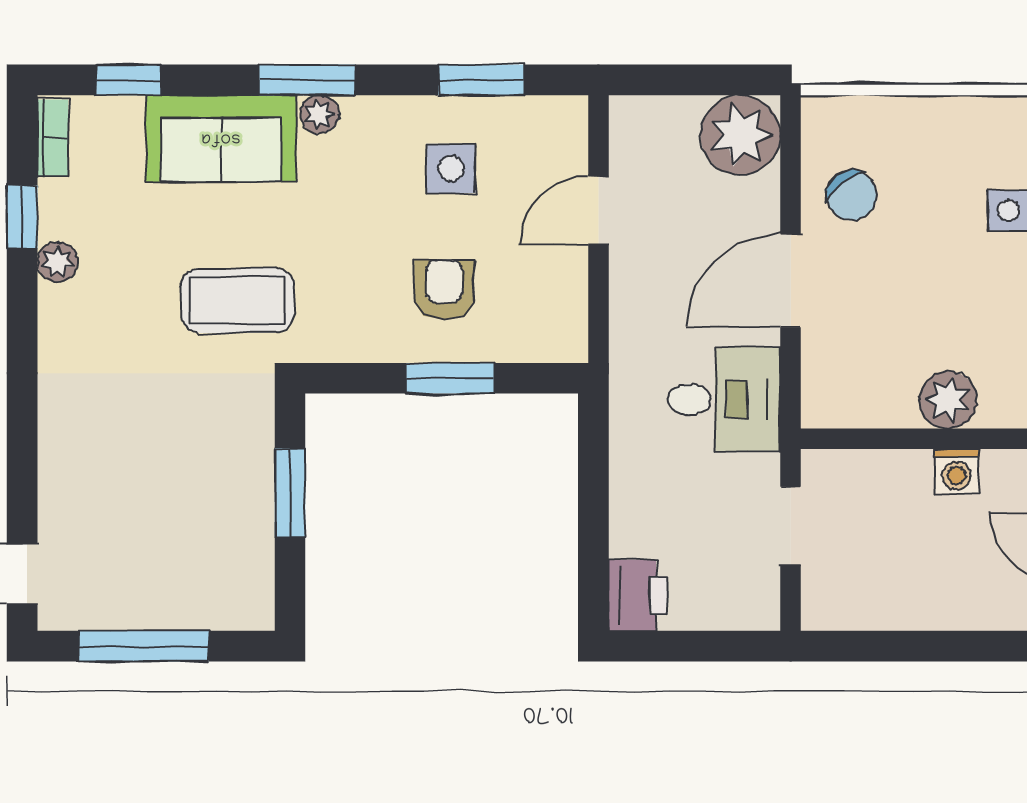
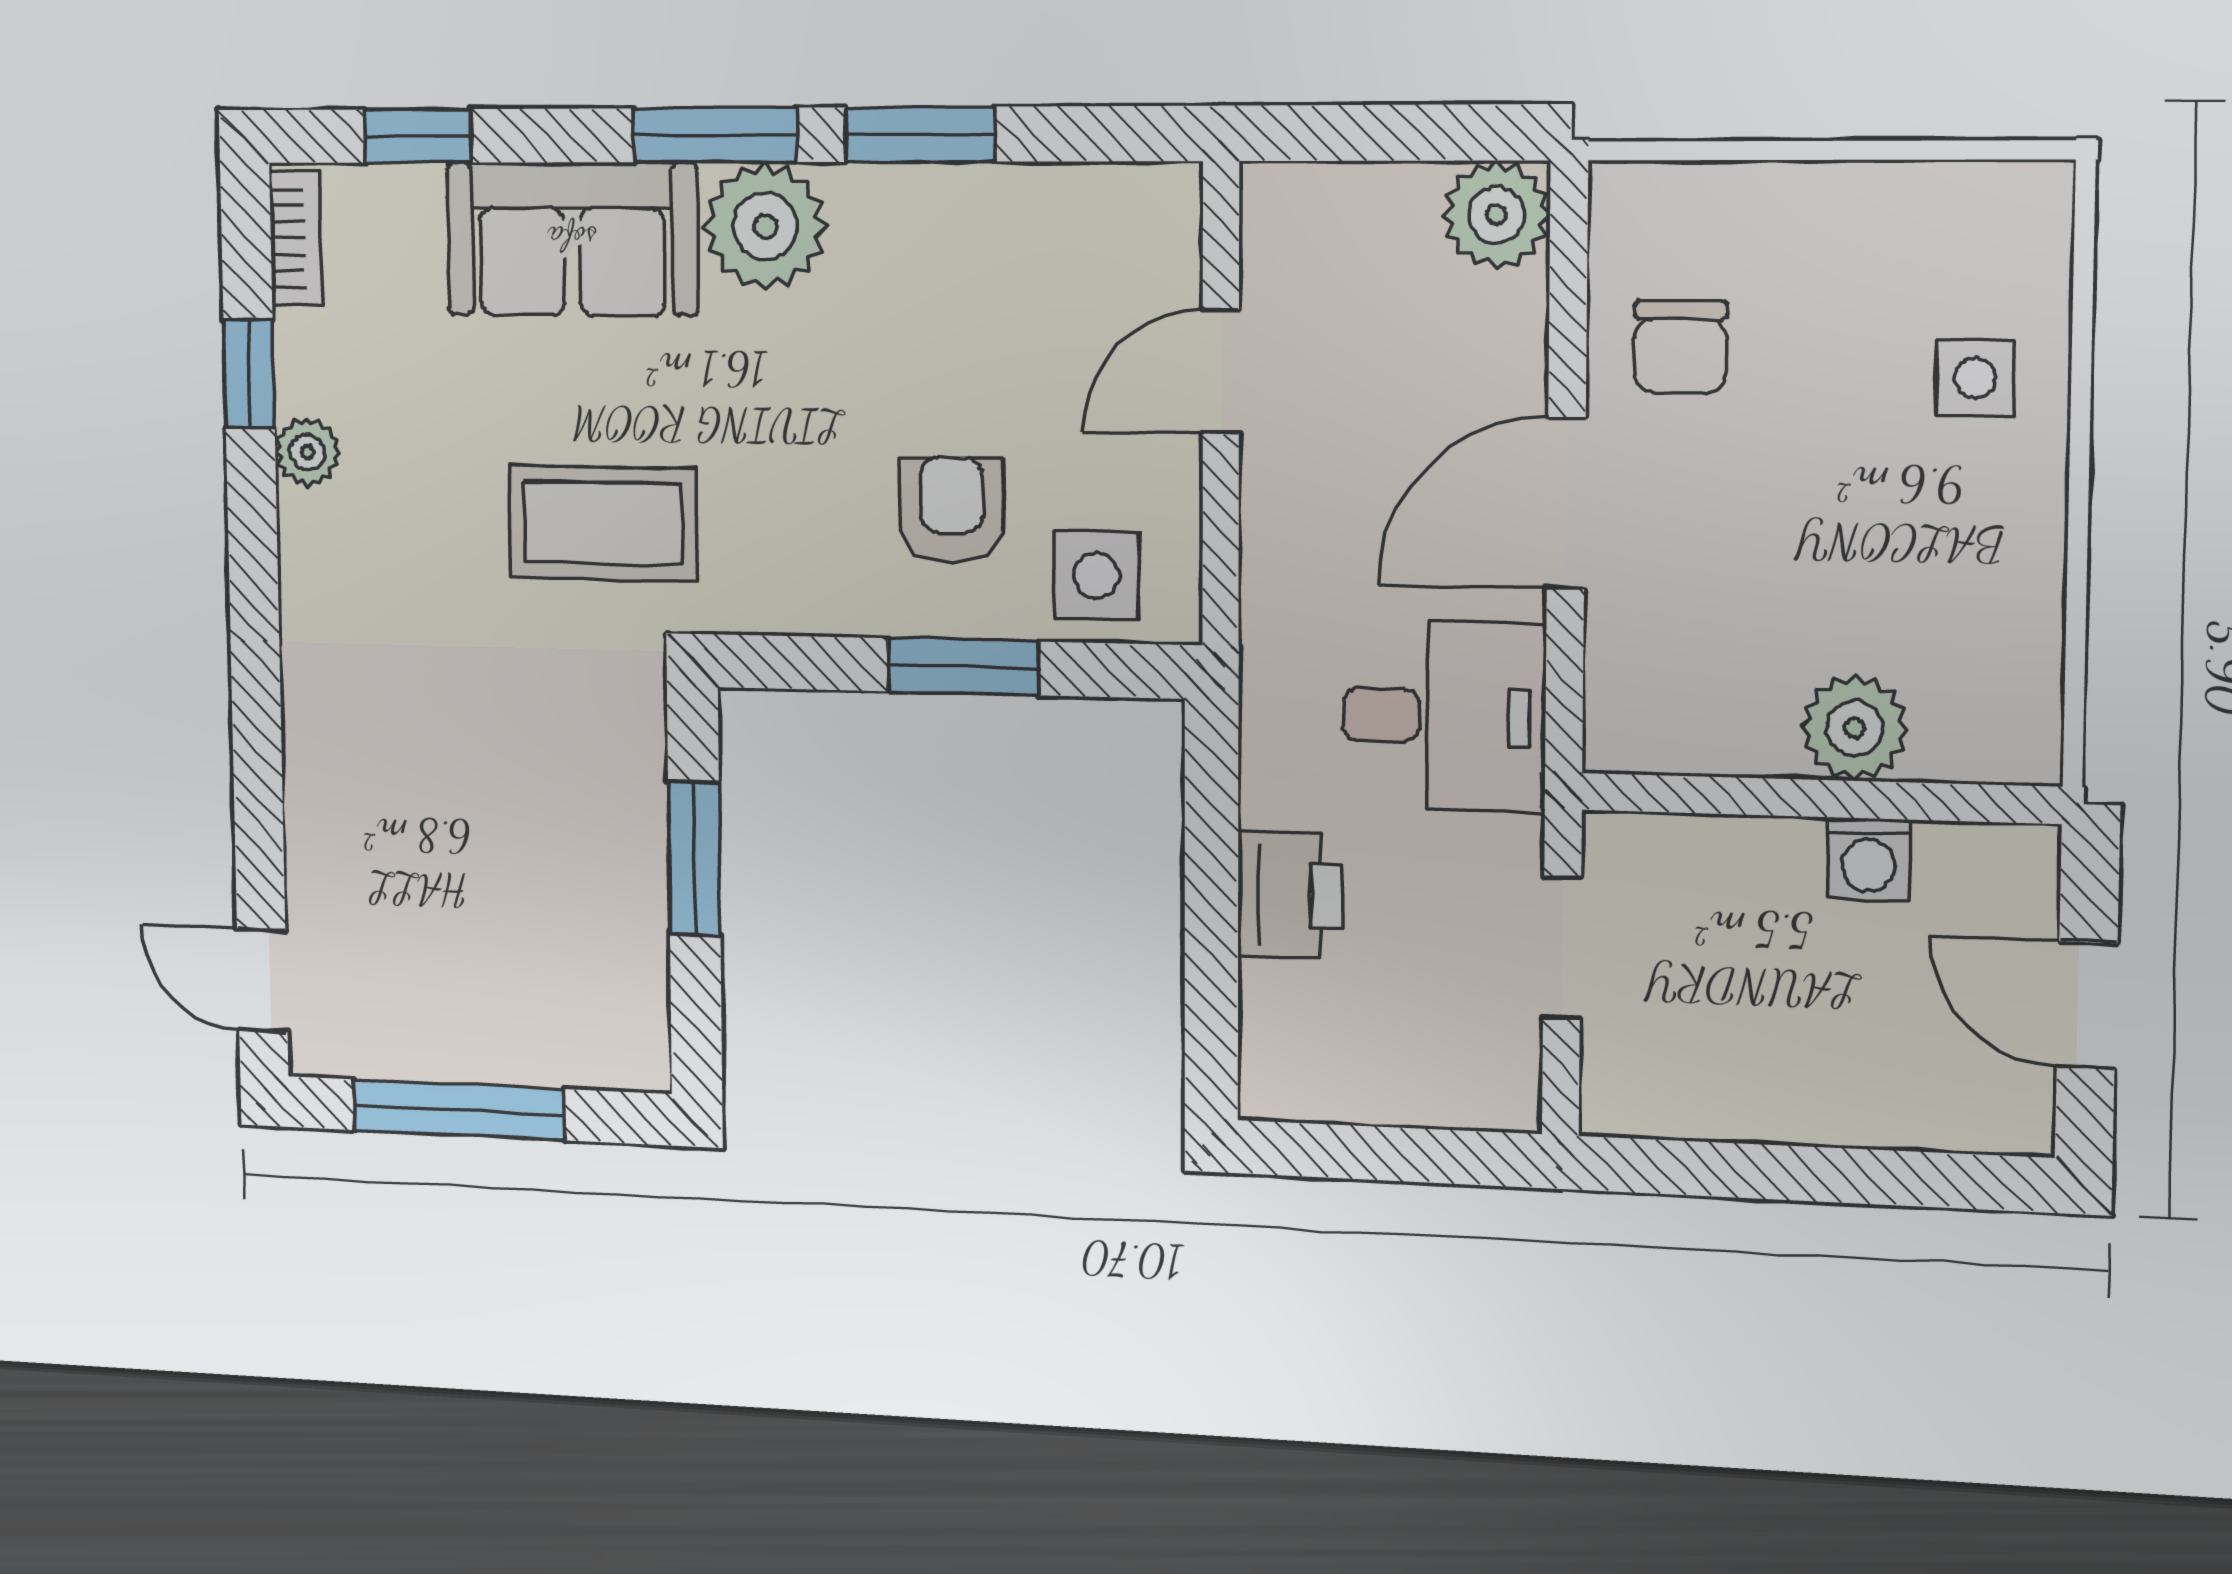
window: (481, 80) -> (920, 134), moved
plant: (319, 114) -> (765, 226), width x1.88, depth x1.88
plant: (740, 135) -> (1496, 215), width x0.73, depth x0.73
side table: (451, 168) -> (1096, 576), moved
chair: (852, 195) -> (1680, 347), turned 38
printer: (638, 595) -> (1290, 895), moved

